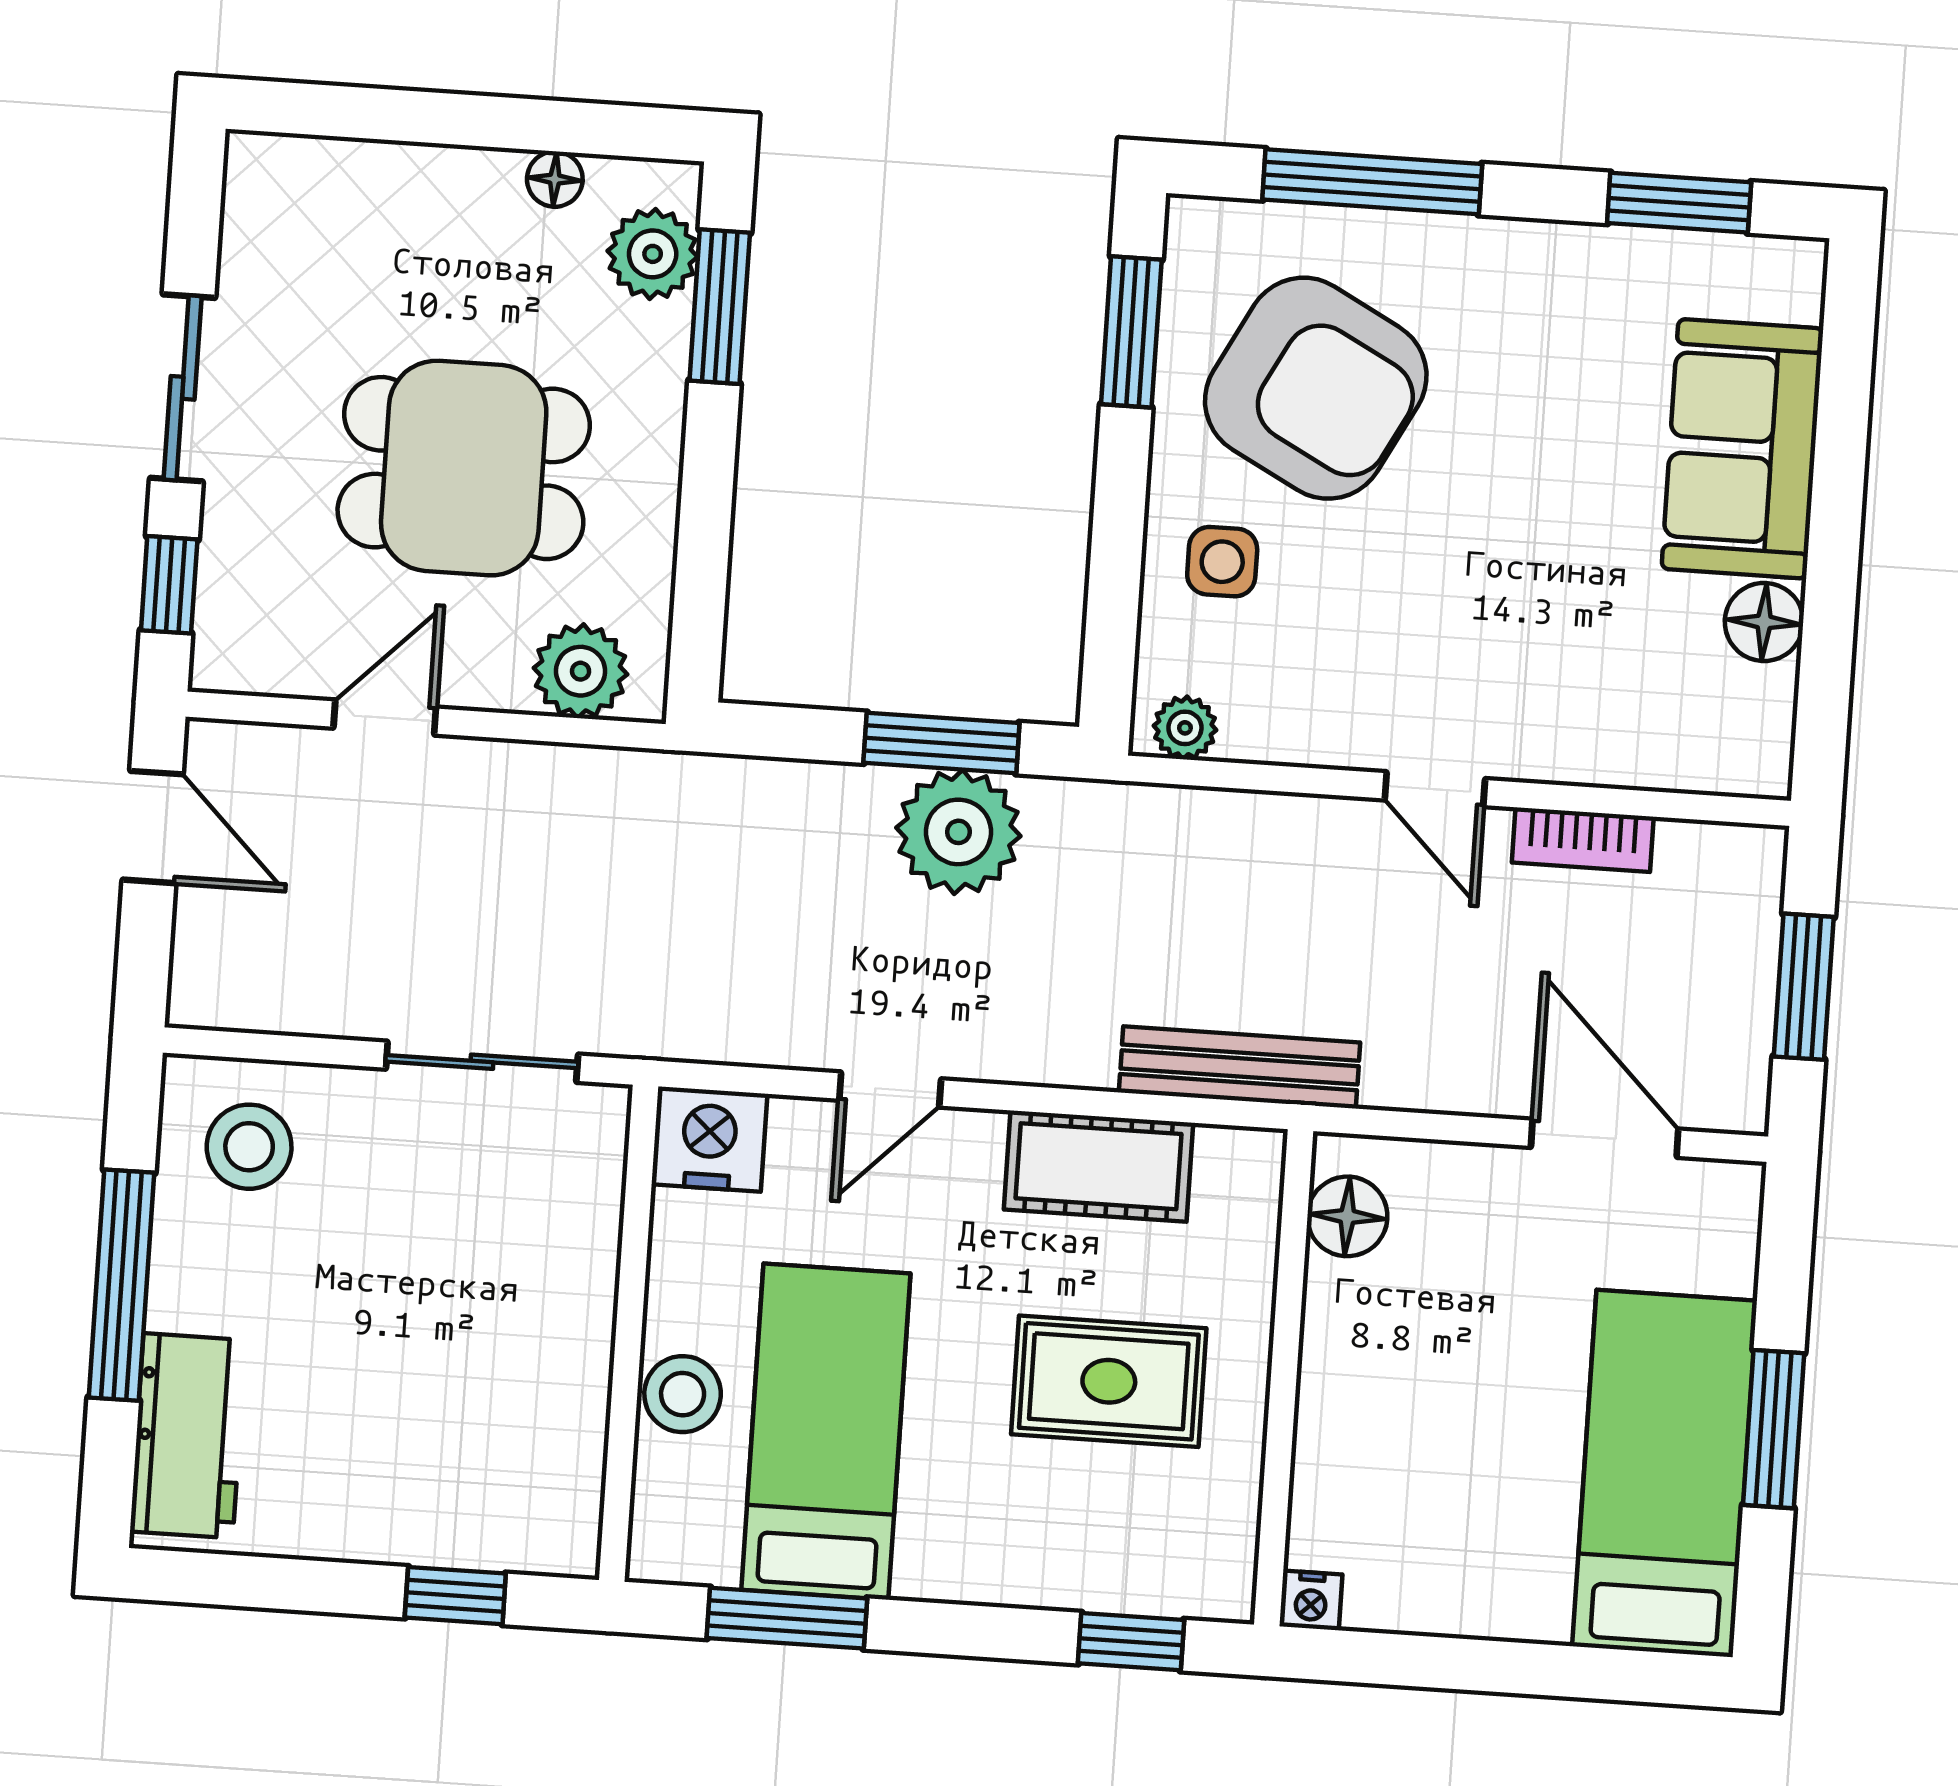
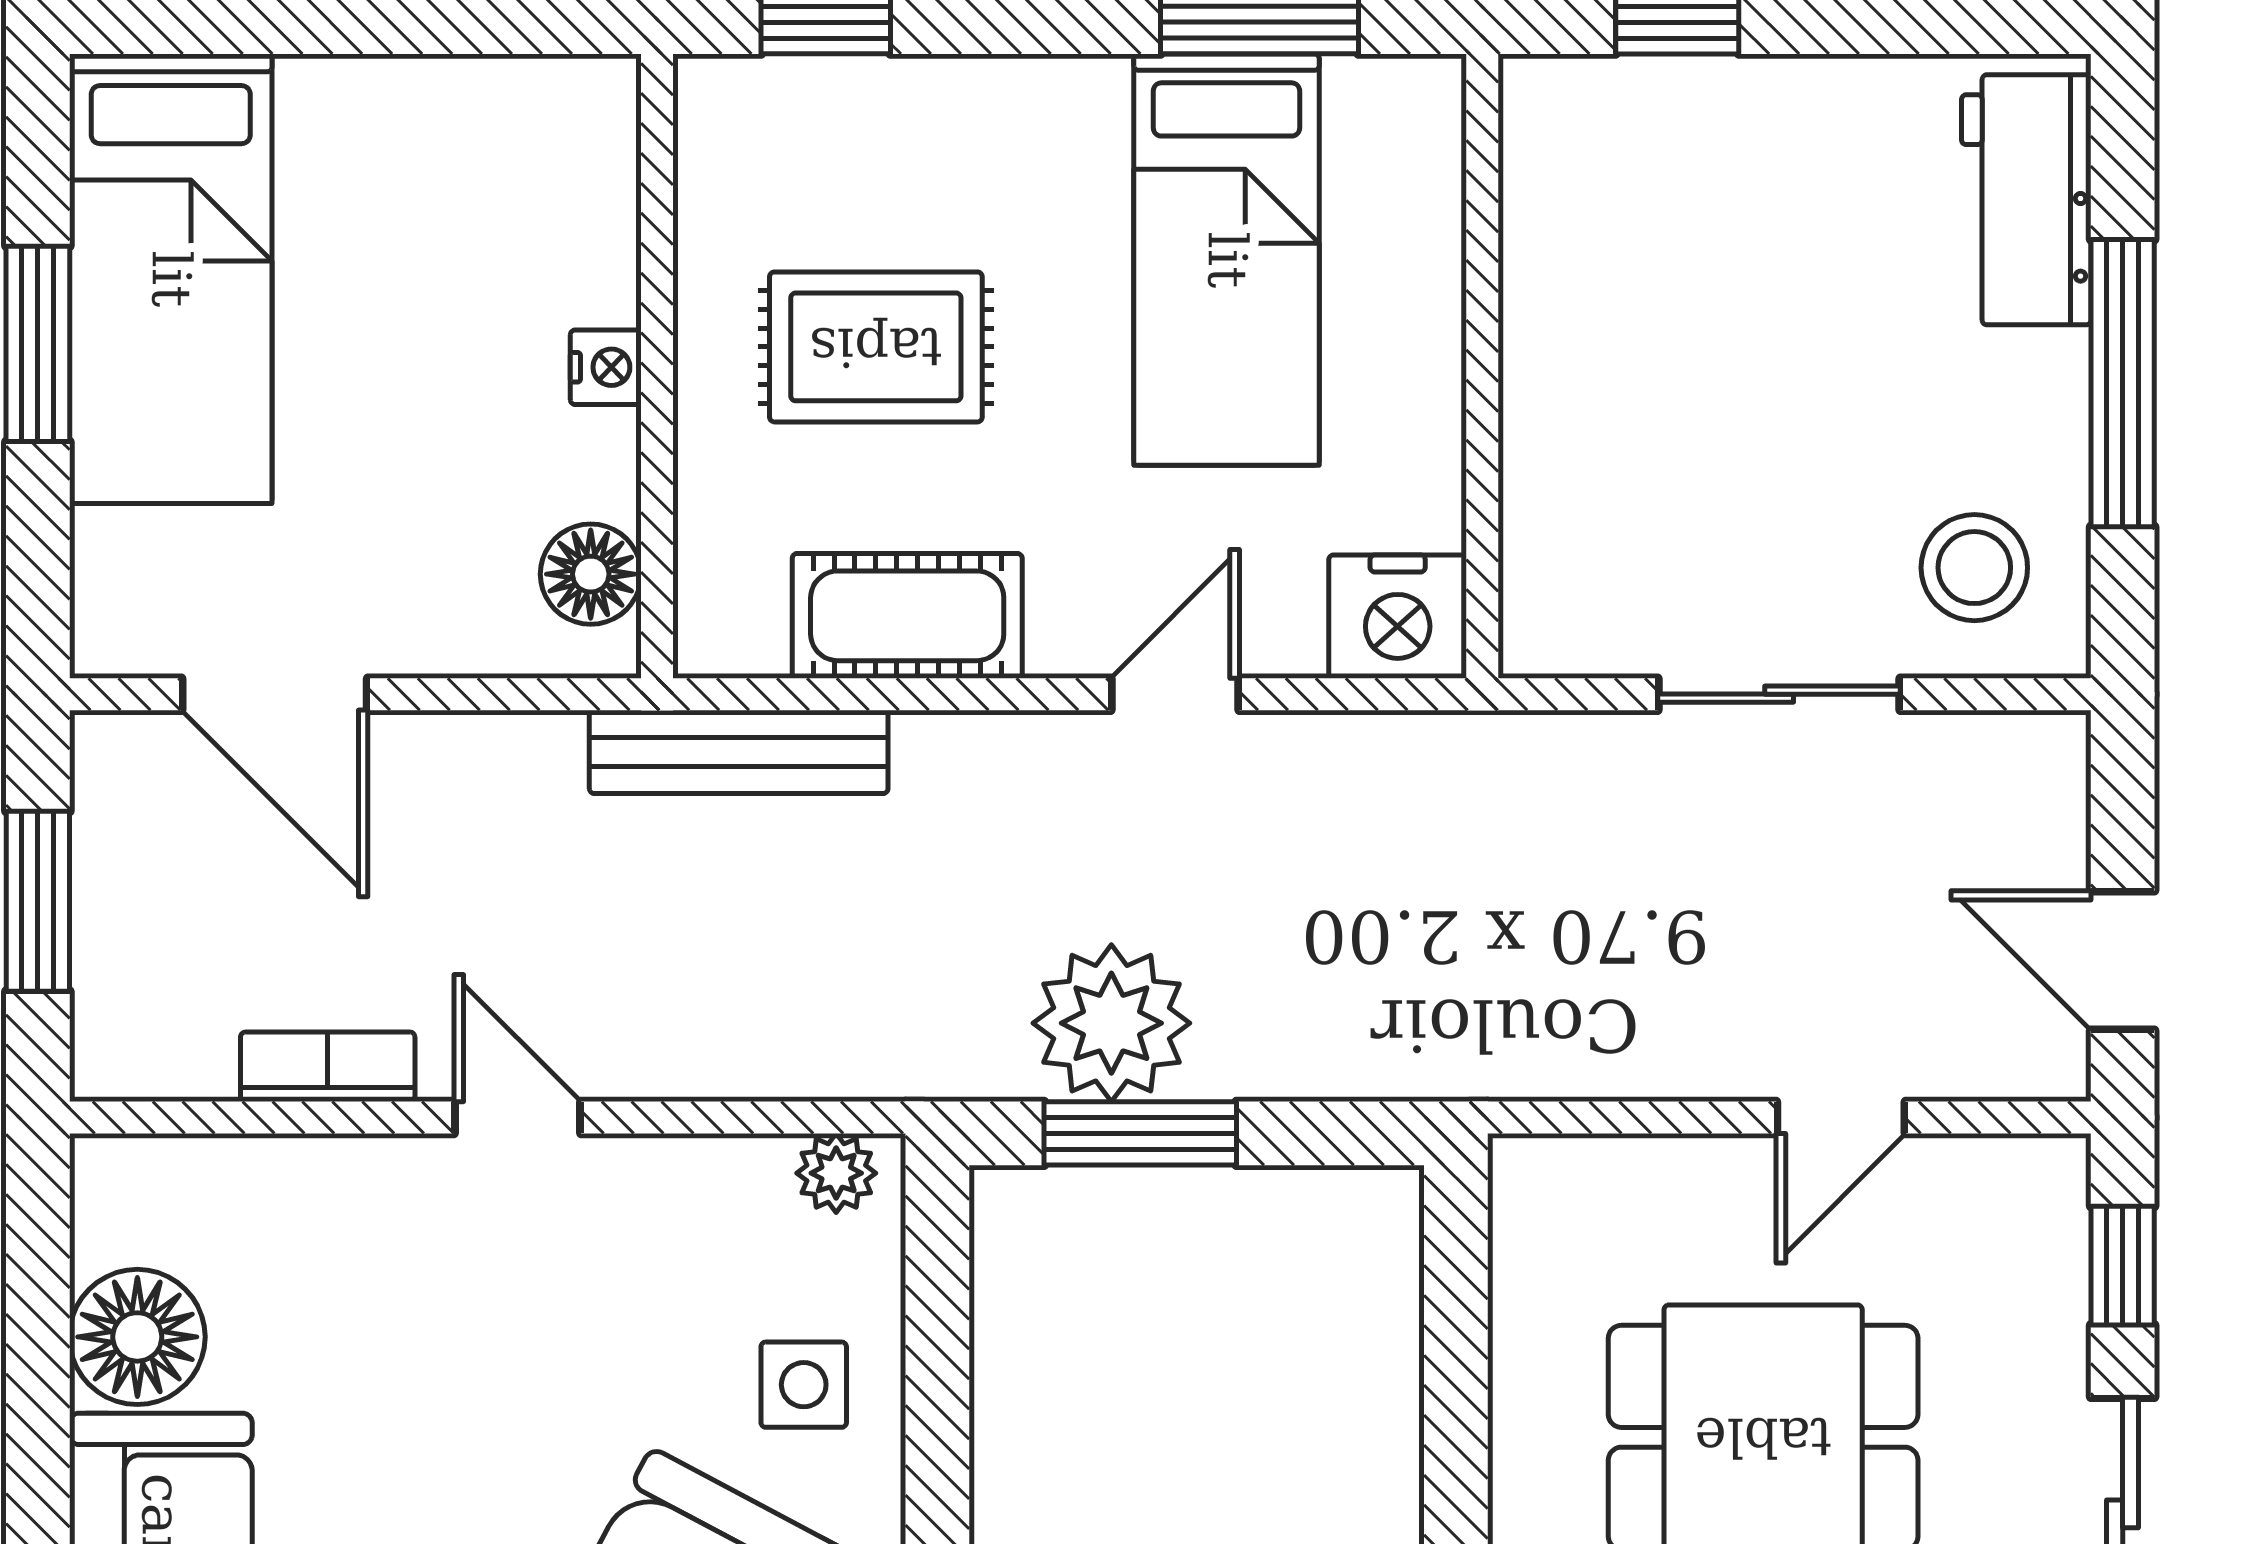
floor lamp: (1764, 622) -> (137, 1337), width x1.38, depth x1.38
plant: (581, 671) -> (1599, 1192), removed
sliding door: (482, 1062) -> (1779, 694), moved
stool: (683, 1394) -> (1409, 294), removed
nightstand: (1311, 1600) -> (606, 367), moved, turned 90

